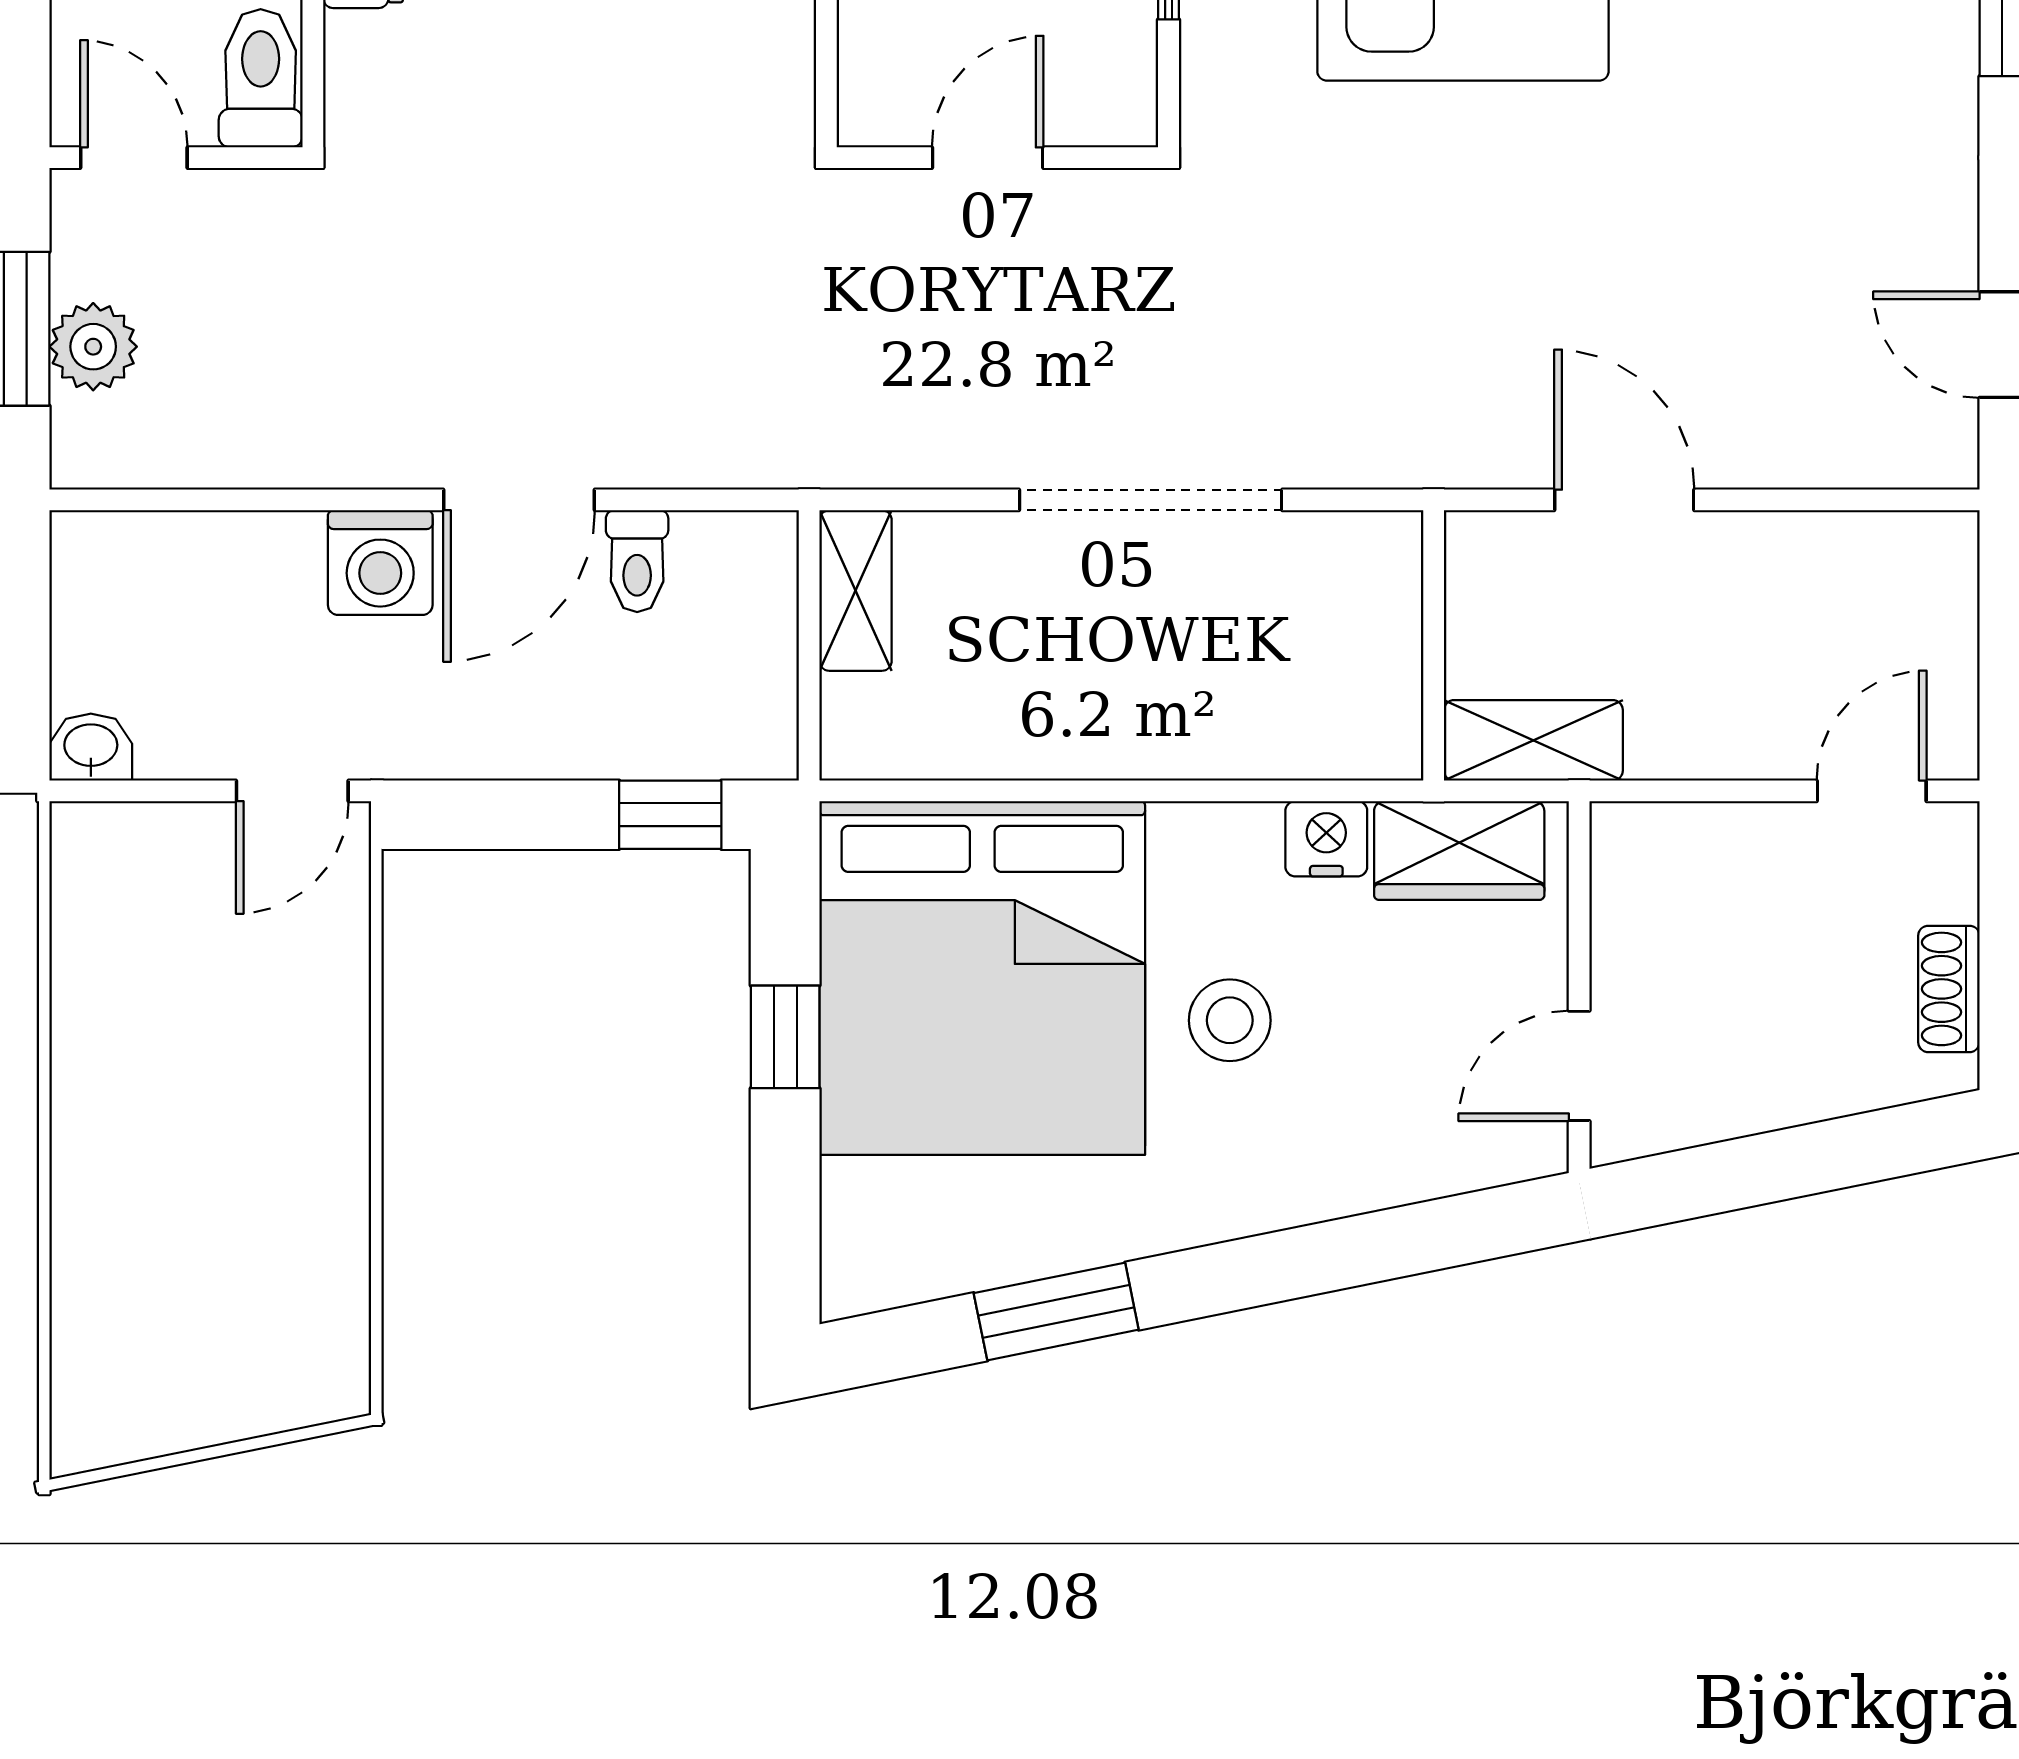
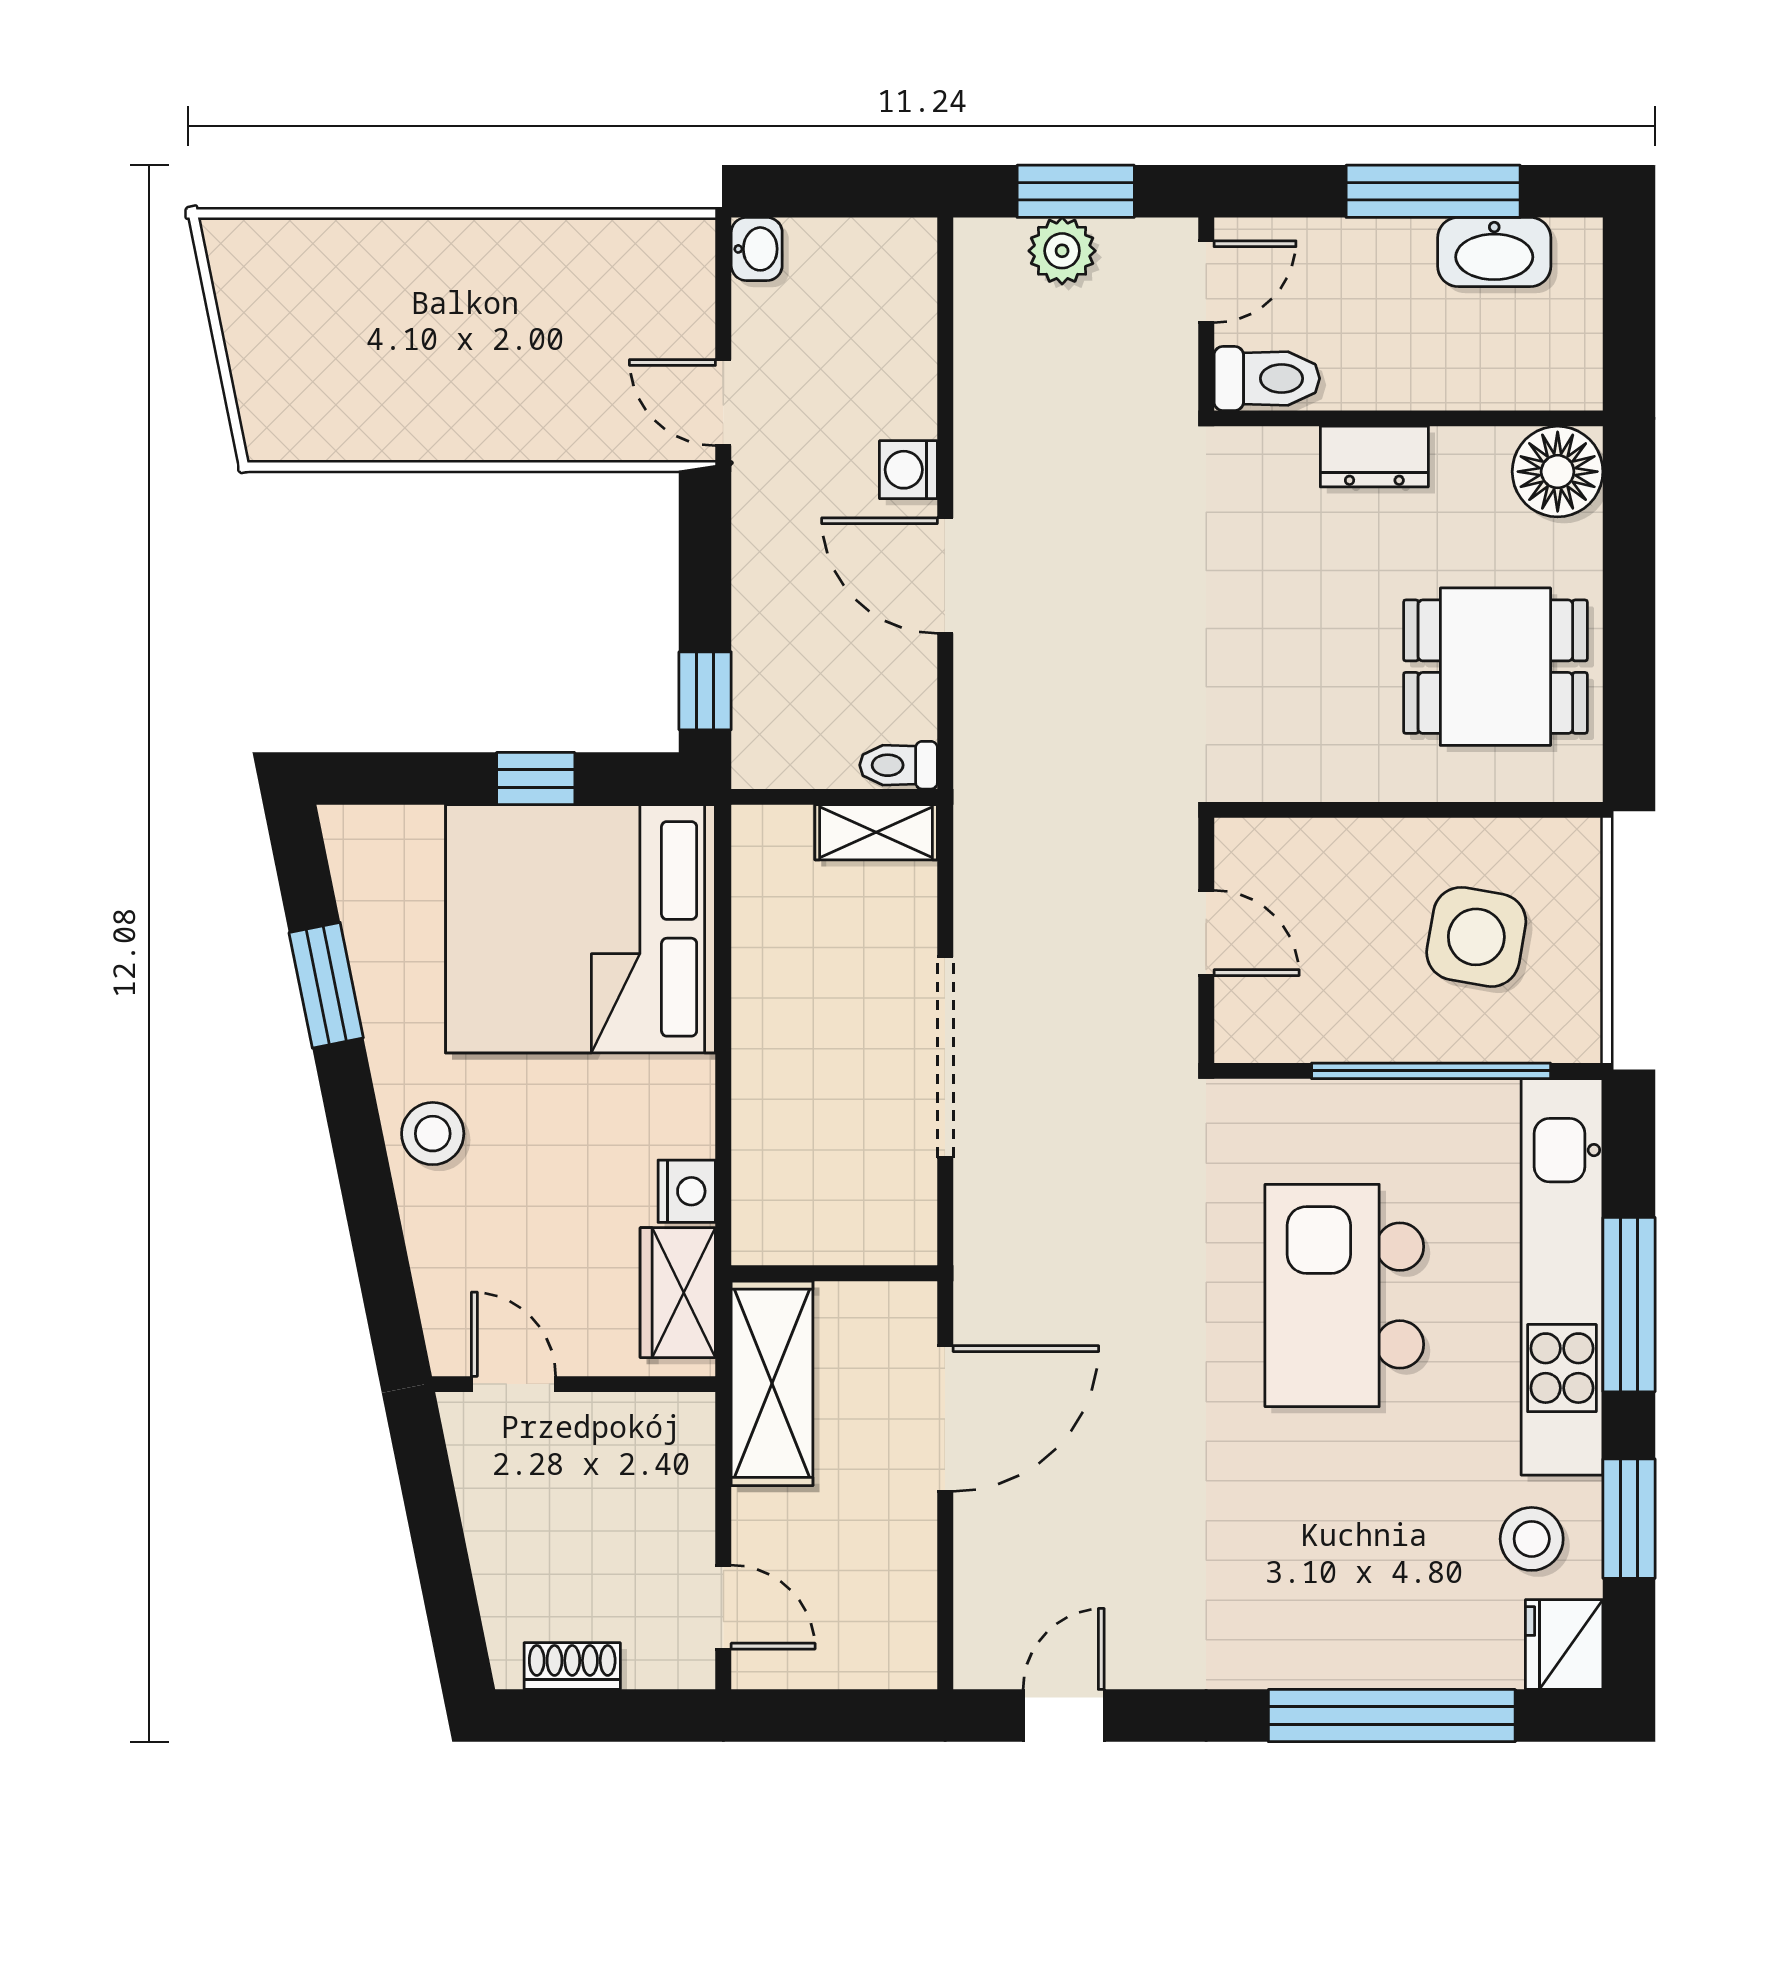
door: (1624, 500) -> (945, 1418), width x1.36
toilet: (637, 561) -> (899, 765), moved
washing machine: (380, 563) -> (908, 470), width x0.73, depth x0.73
shelving: (1533, 740) -> (772, 1383), width x1.50, depth x1.33
stool: (1230, 1020) -> (433, 1134), moved

